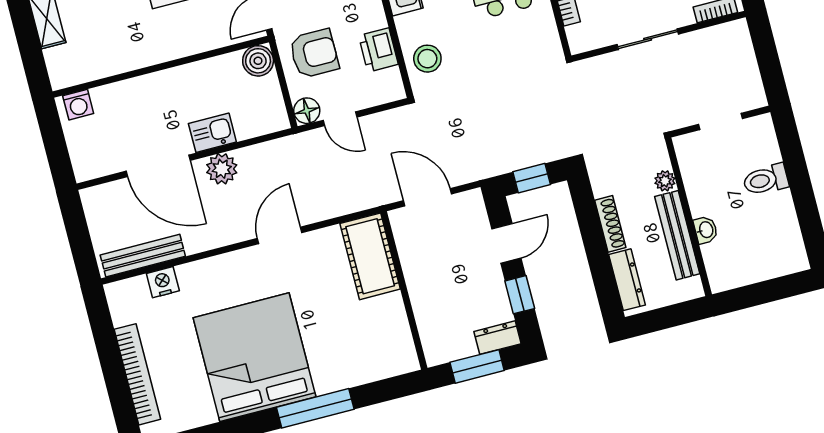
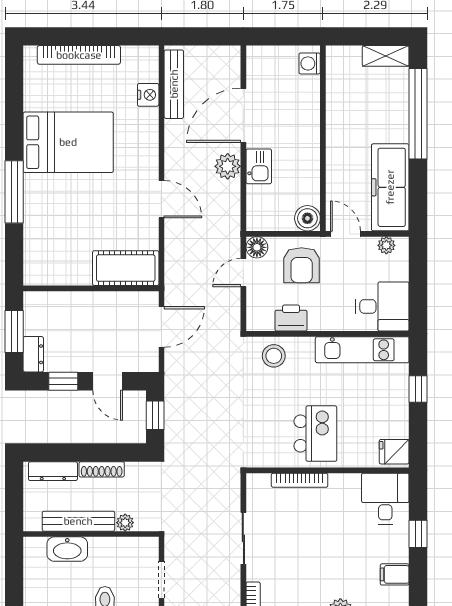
washbasin: (706, 230) -> (67, 549), width x1.91, depth x1.45
bed: (254, 357) -> (68, 142), width x0.73

